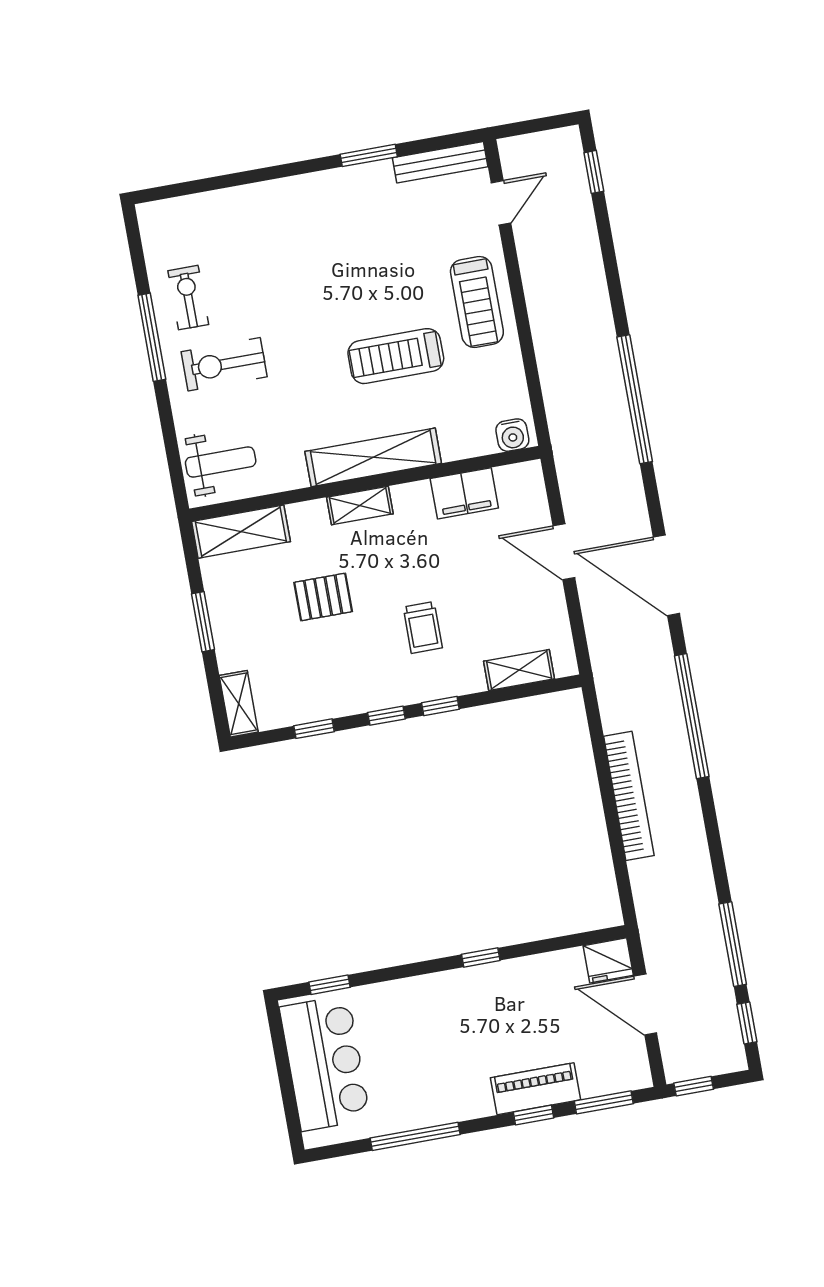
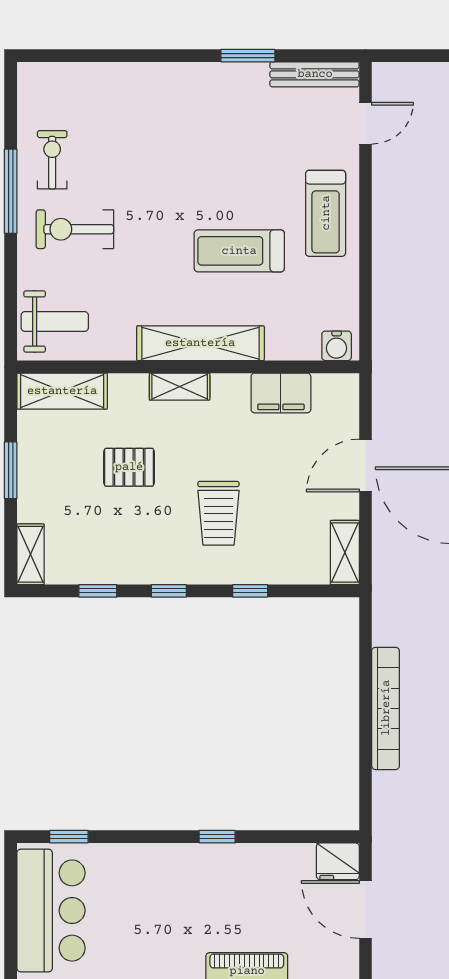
door: (564, 552) -> (365, 465), hinge flipped
trolley: (423, 627) -> (218, 513), width x1.36, depth x1.39
shelving: (519, 670) -> (345, 553), moved, turned 90
window: (440, 706) -> (250, 591), moved

